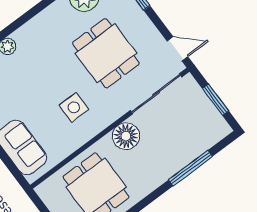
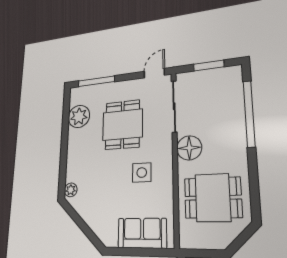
dining table: (106, 53) -> (122, 125), turned 90
window: (190, 168) -> (249, 114), width x1.46

